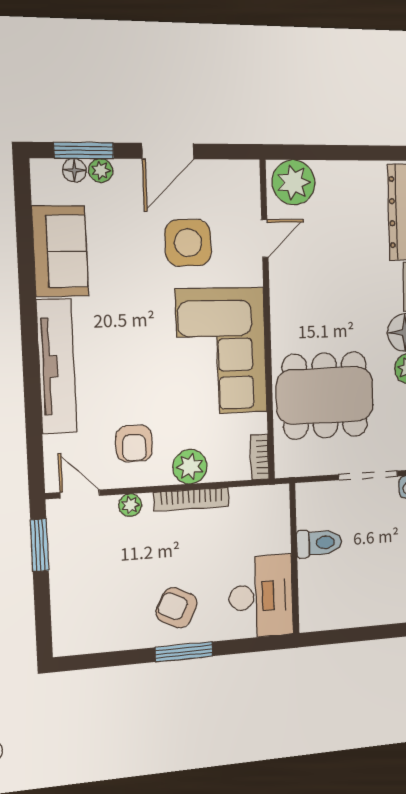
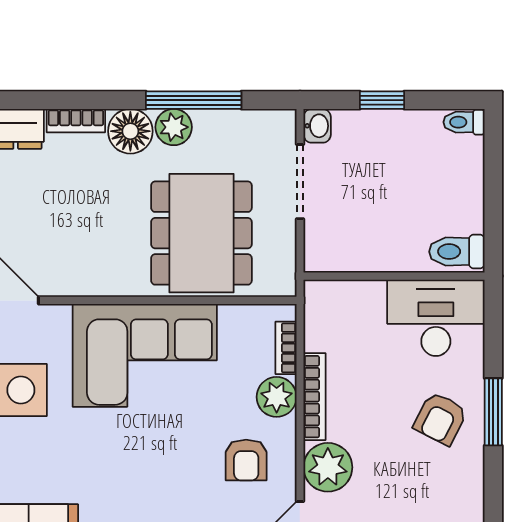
armchair: (134, 443) -> (246, 460), turned 90
bookcase: (260, 457) -> (286, 348), moved, turned 90
plant: (130, 505) -> (328, 467), width x1.88, depth x1.88
toilet: (319, 543) -> (457, 252), moved, turned -90

